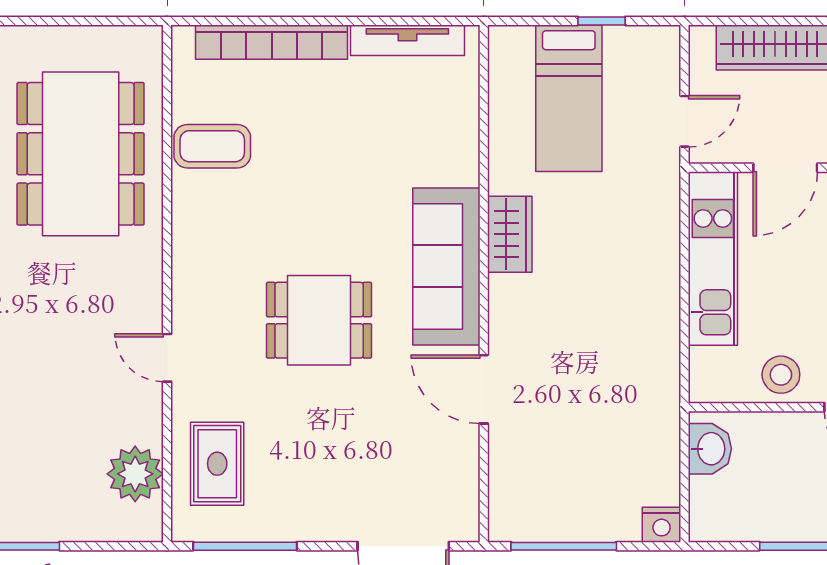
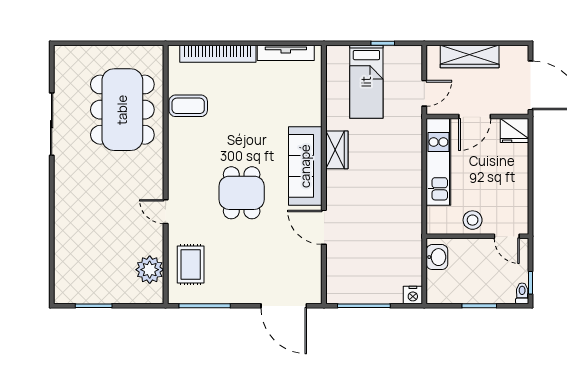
dining table: (319, 320) -> (242, 193), turned 90

